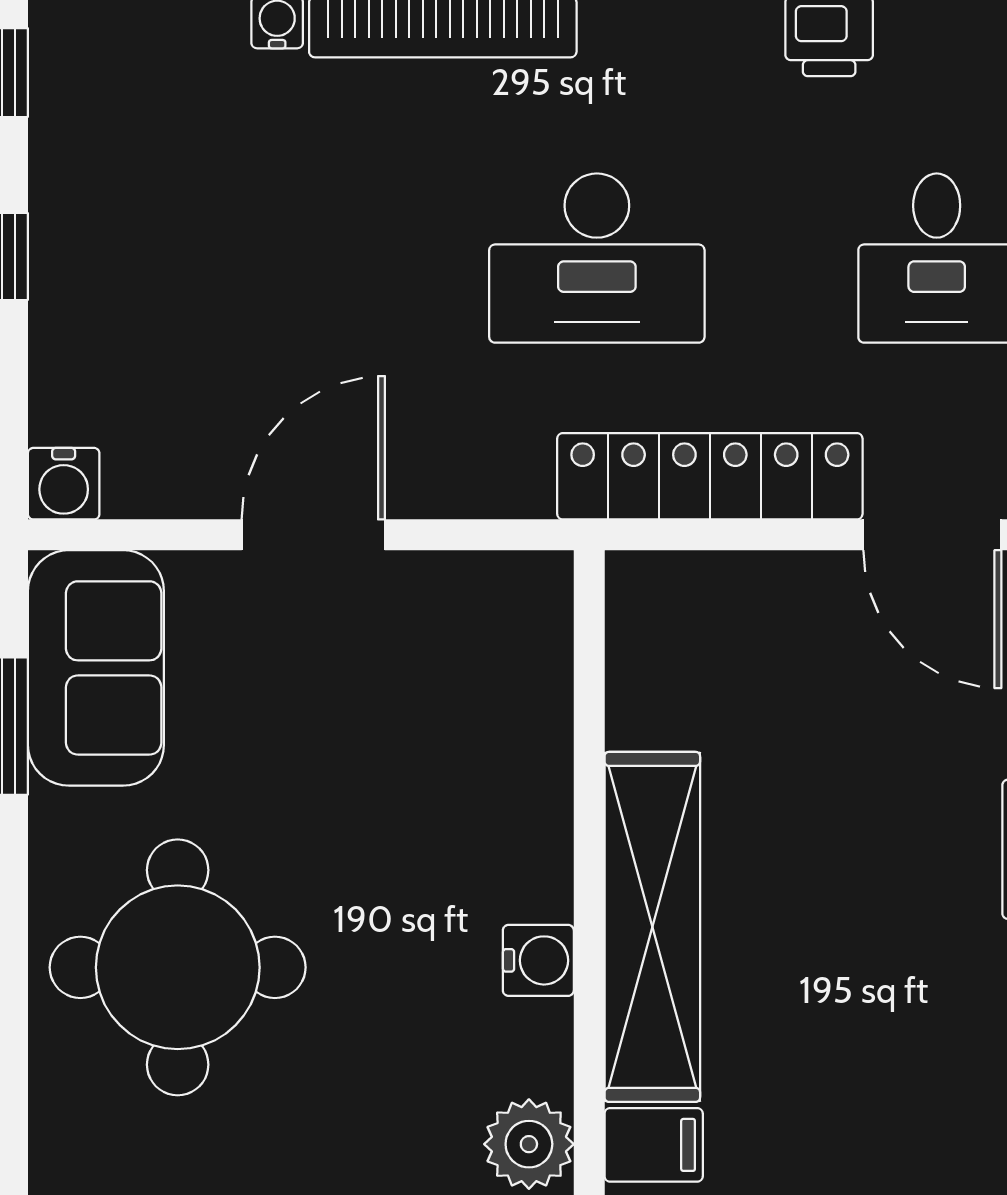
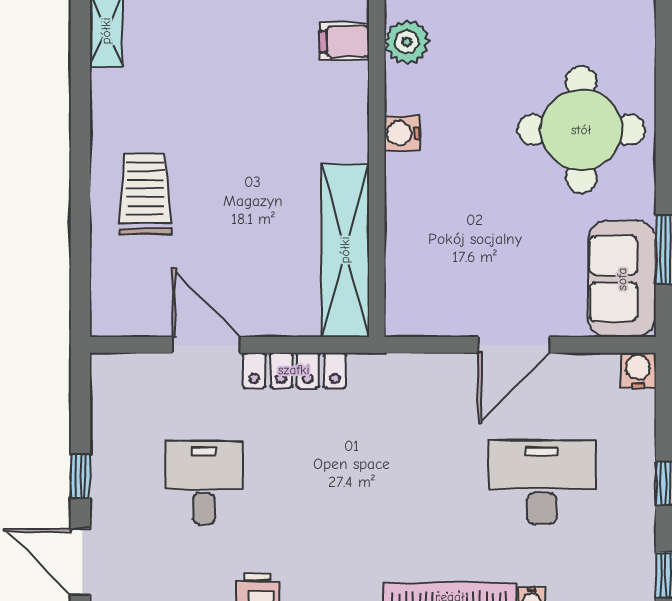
desk: (597, 258) -> (542, 483), moved
locker: (710, 476) -> (294, 370), width x0.71, depth x0.83
shelving: (652, 927) -> (345, 250), moved

